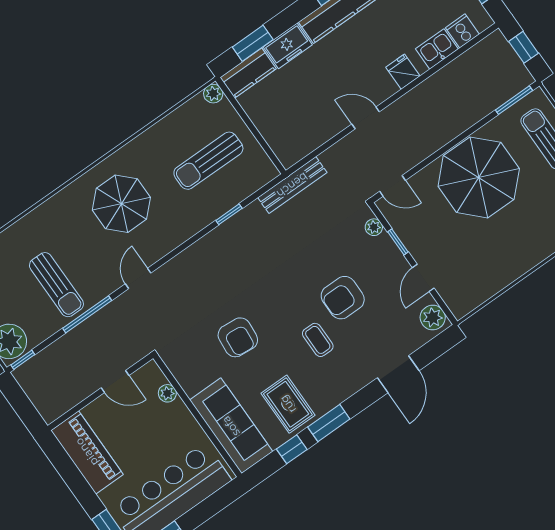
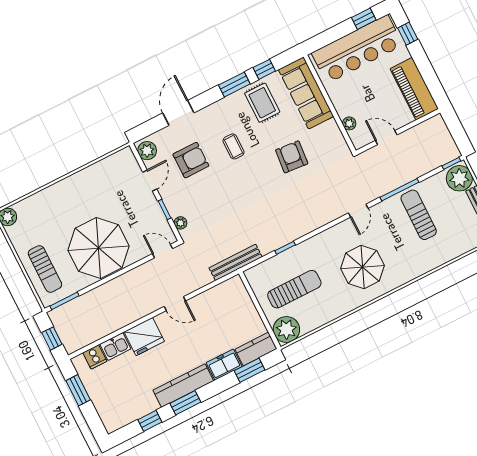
fridge: (403, 72) -> (144, 337), width x1.88, depth x1.34
plant: (213, 94) -> (286, 329), width x1.87, depth x1.87
armchair: (343, 298) -> (191, 160), moved

